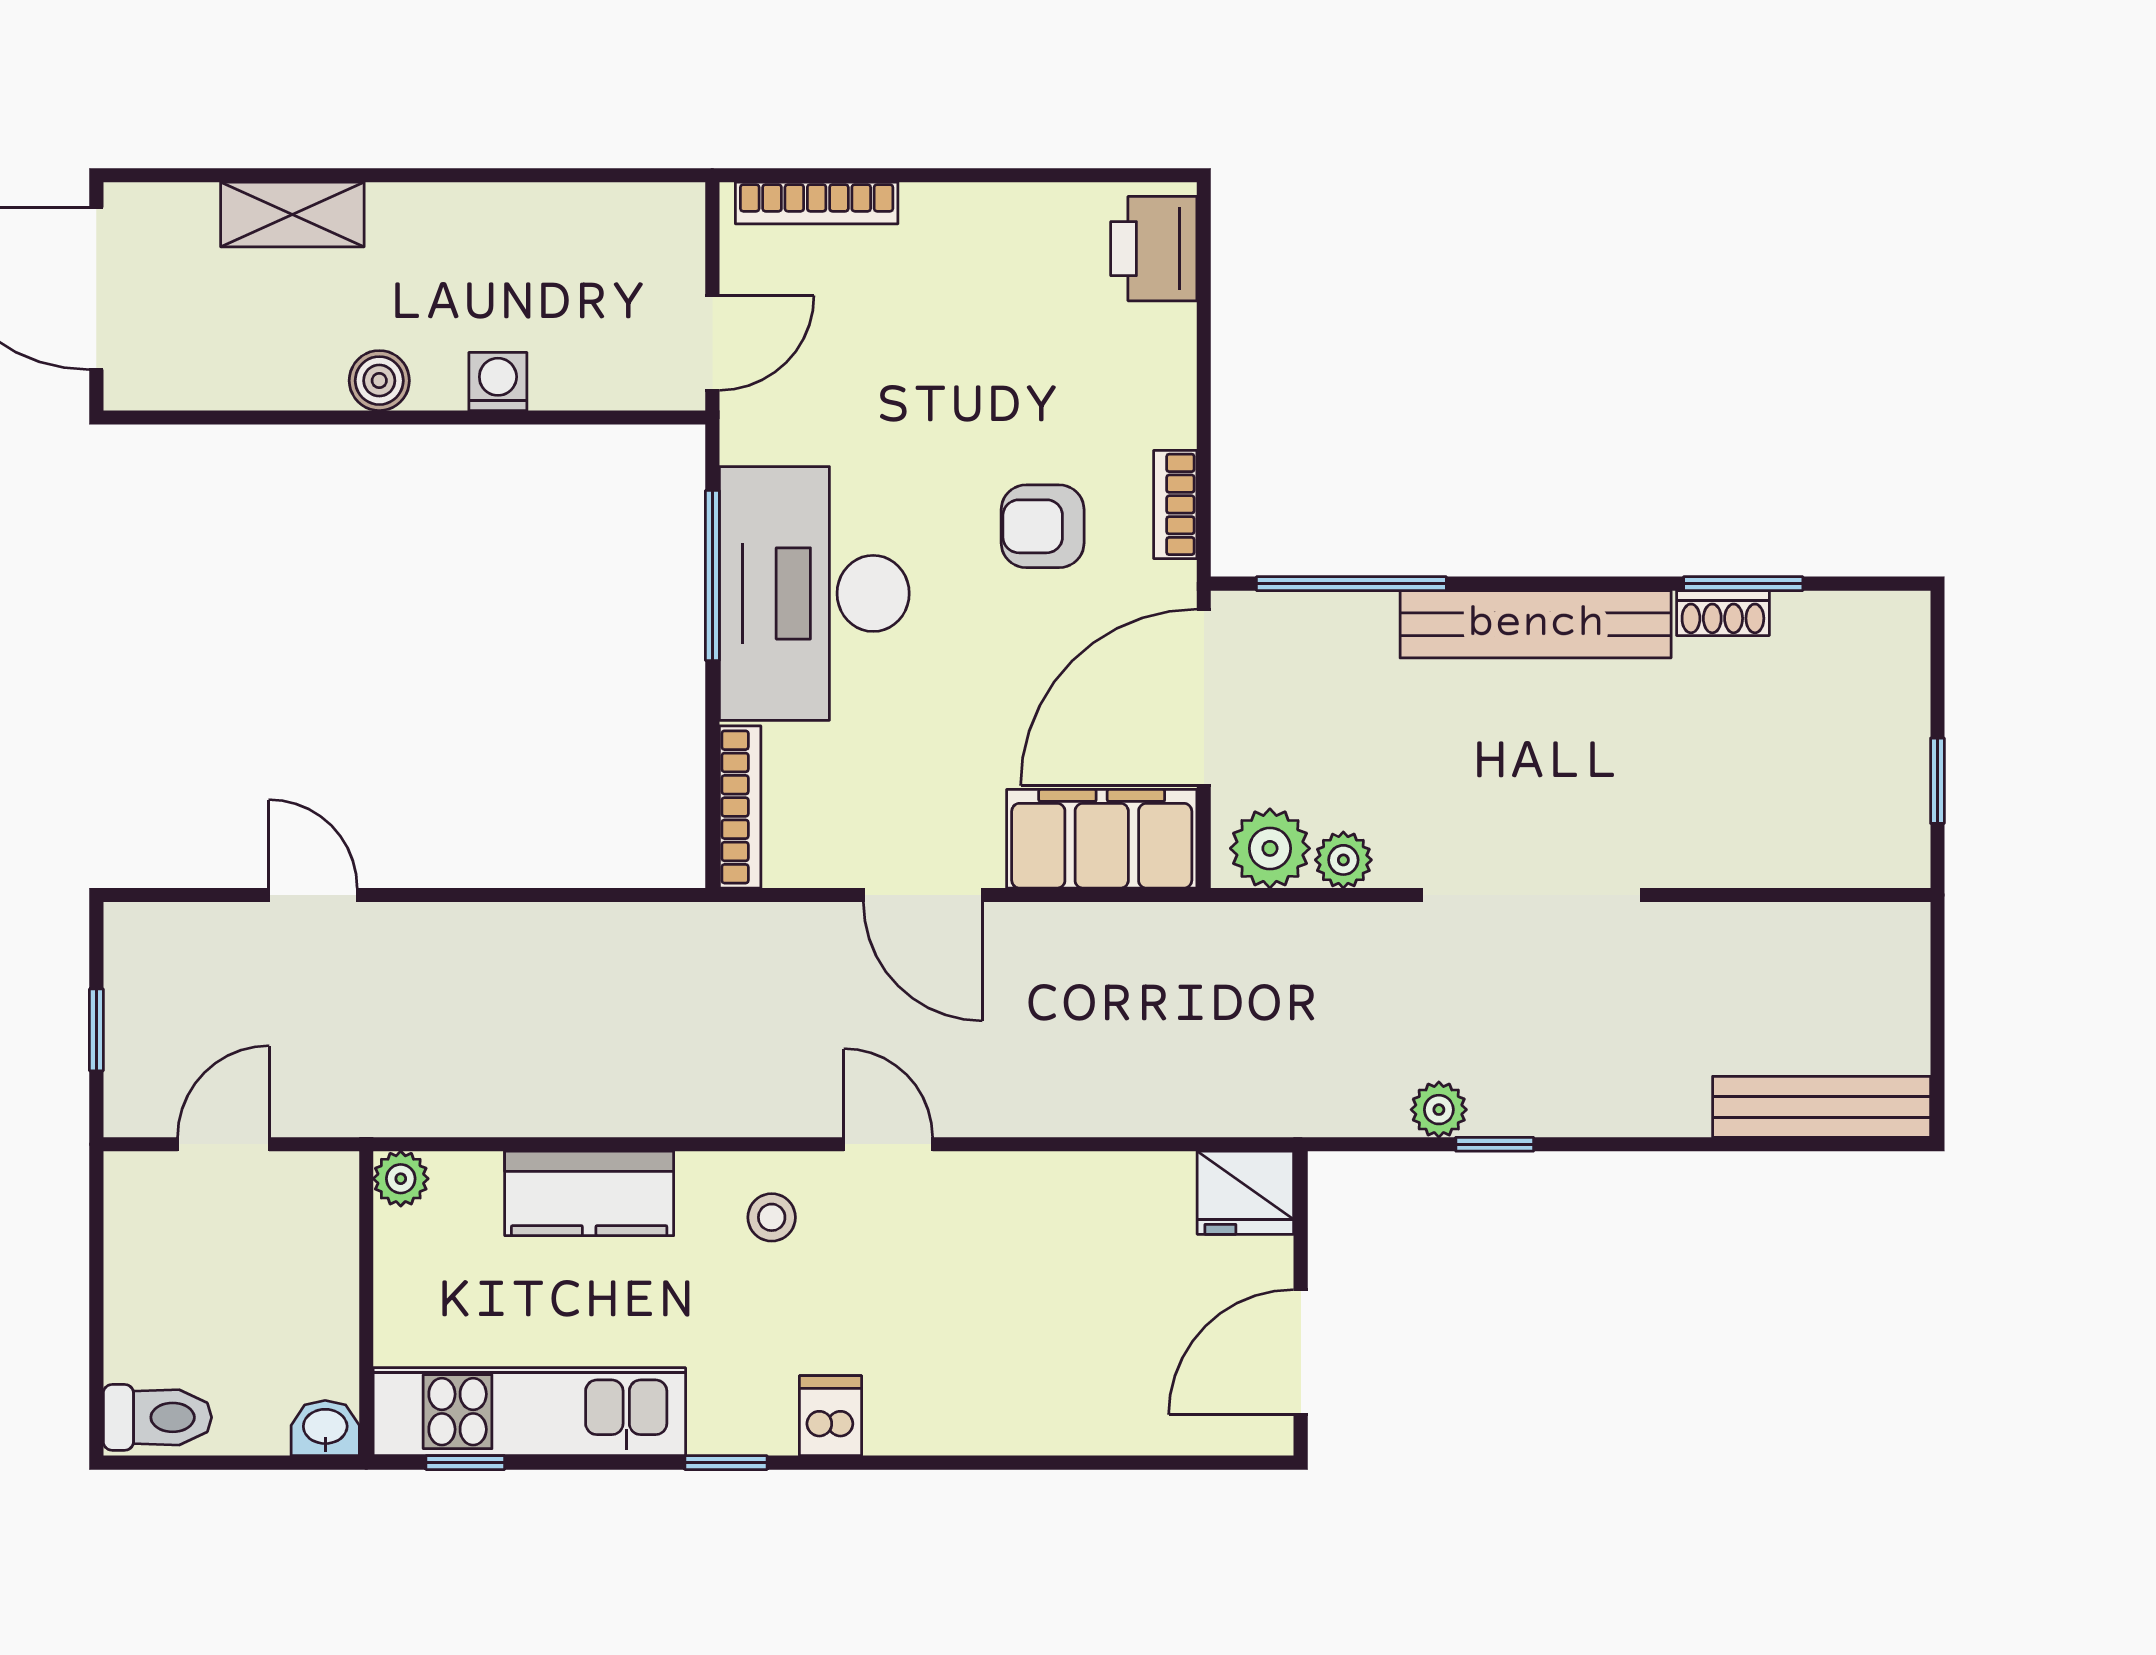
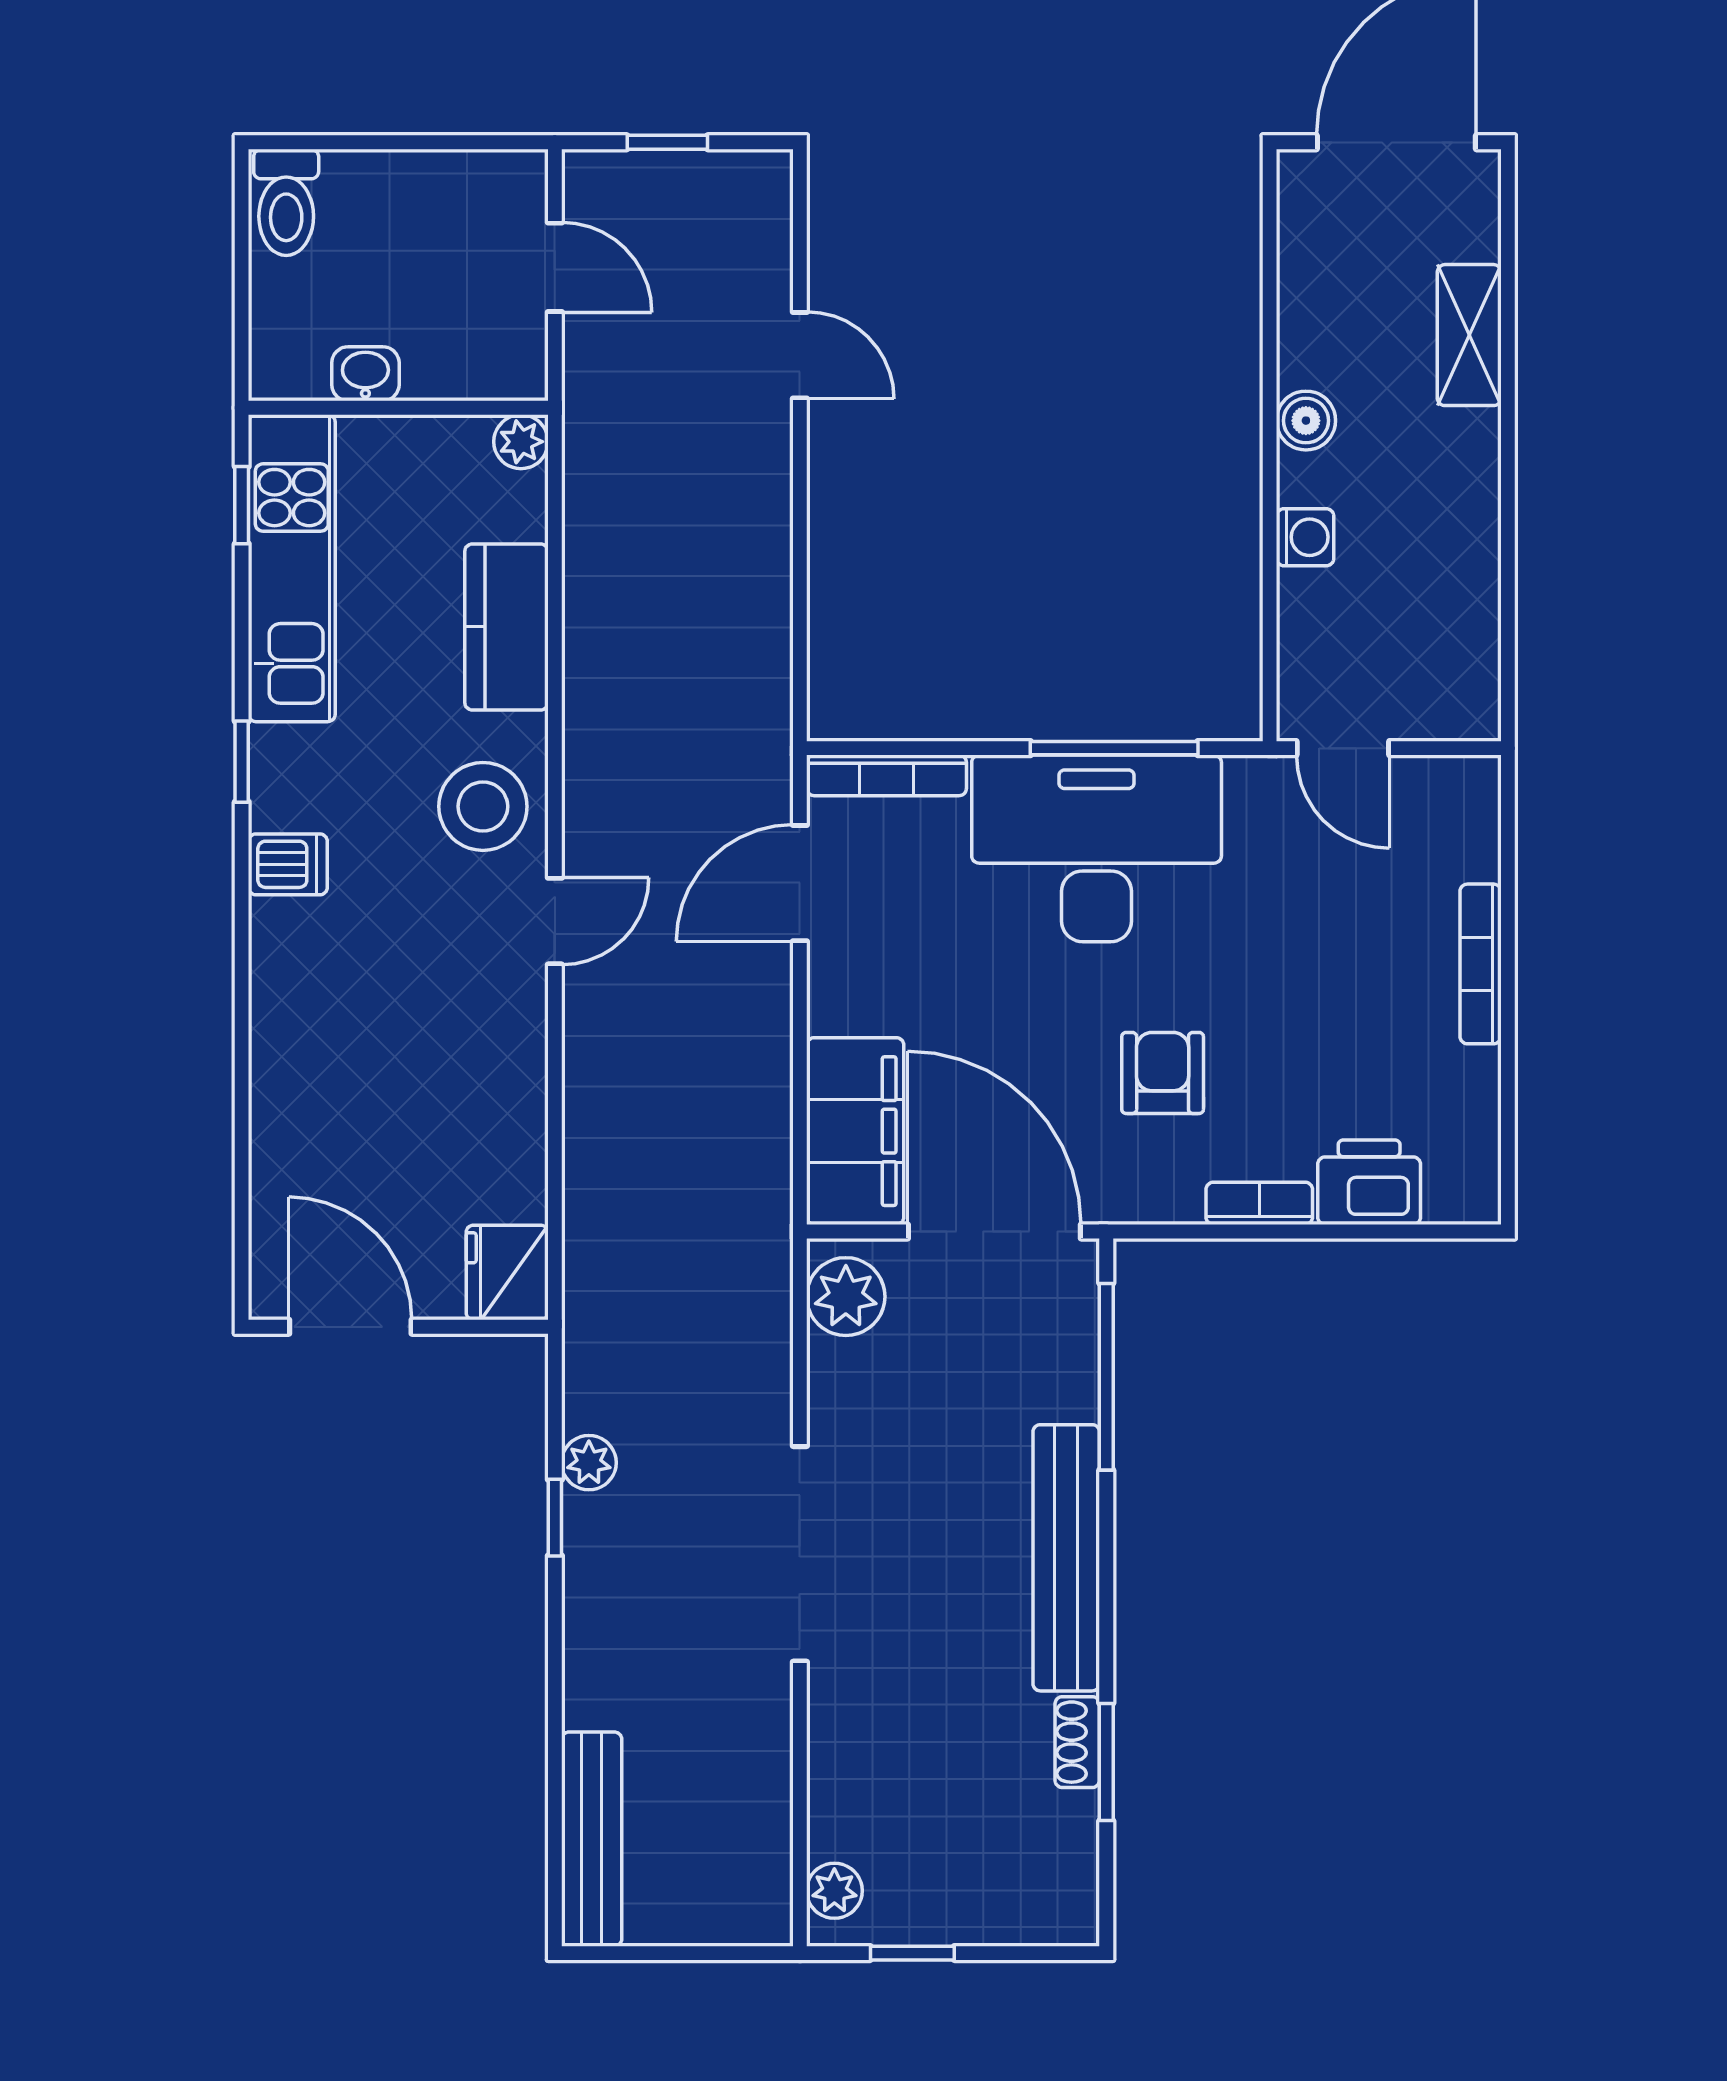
bookcase: (817, 203) -> (1481, 964), moved
printer: (1154, 249) -> (1369, 1182), moved
bookcase: (1175, 504) -> (1259, 1203), moved
plant: (1343, 860) -> (834, 1891), moved
door: (313, 895) -> (800, 355), hinge flipped
door: (923, 895) -> (800, 883), moved
stool: (772, 1217) -> (483, 806), width x1.89, depth x1.89
washbasin: (325, 1428) -> (365, 374), moved, turned -90

